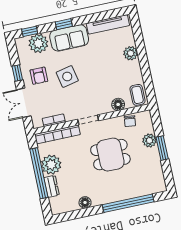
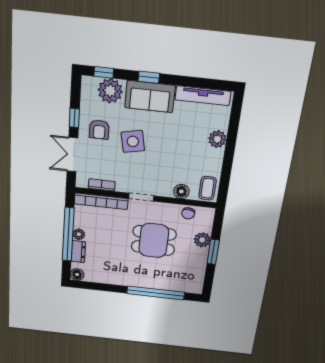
plant: (51, 165) -> (79, 234), width x0.53, depth x0.53
floor lamp: (85, 202) -> (77, 275), moved

